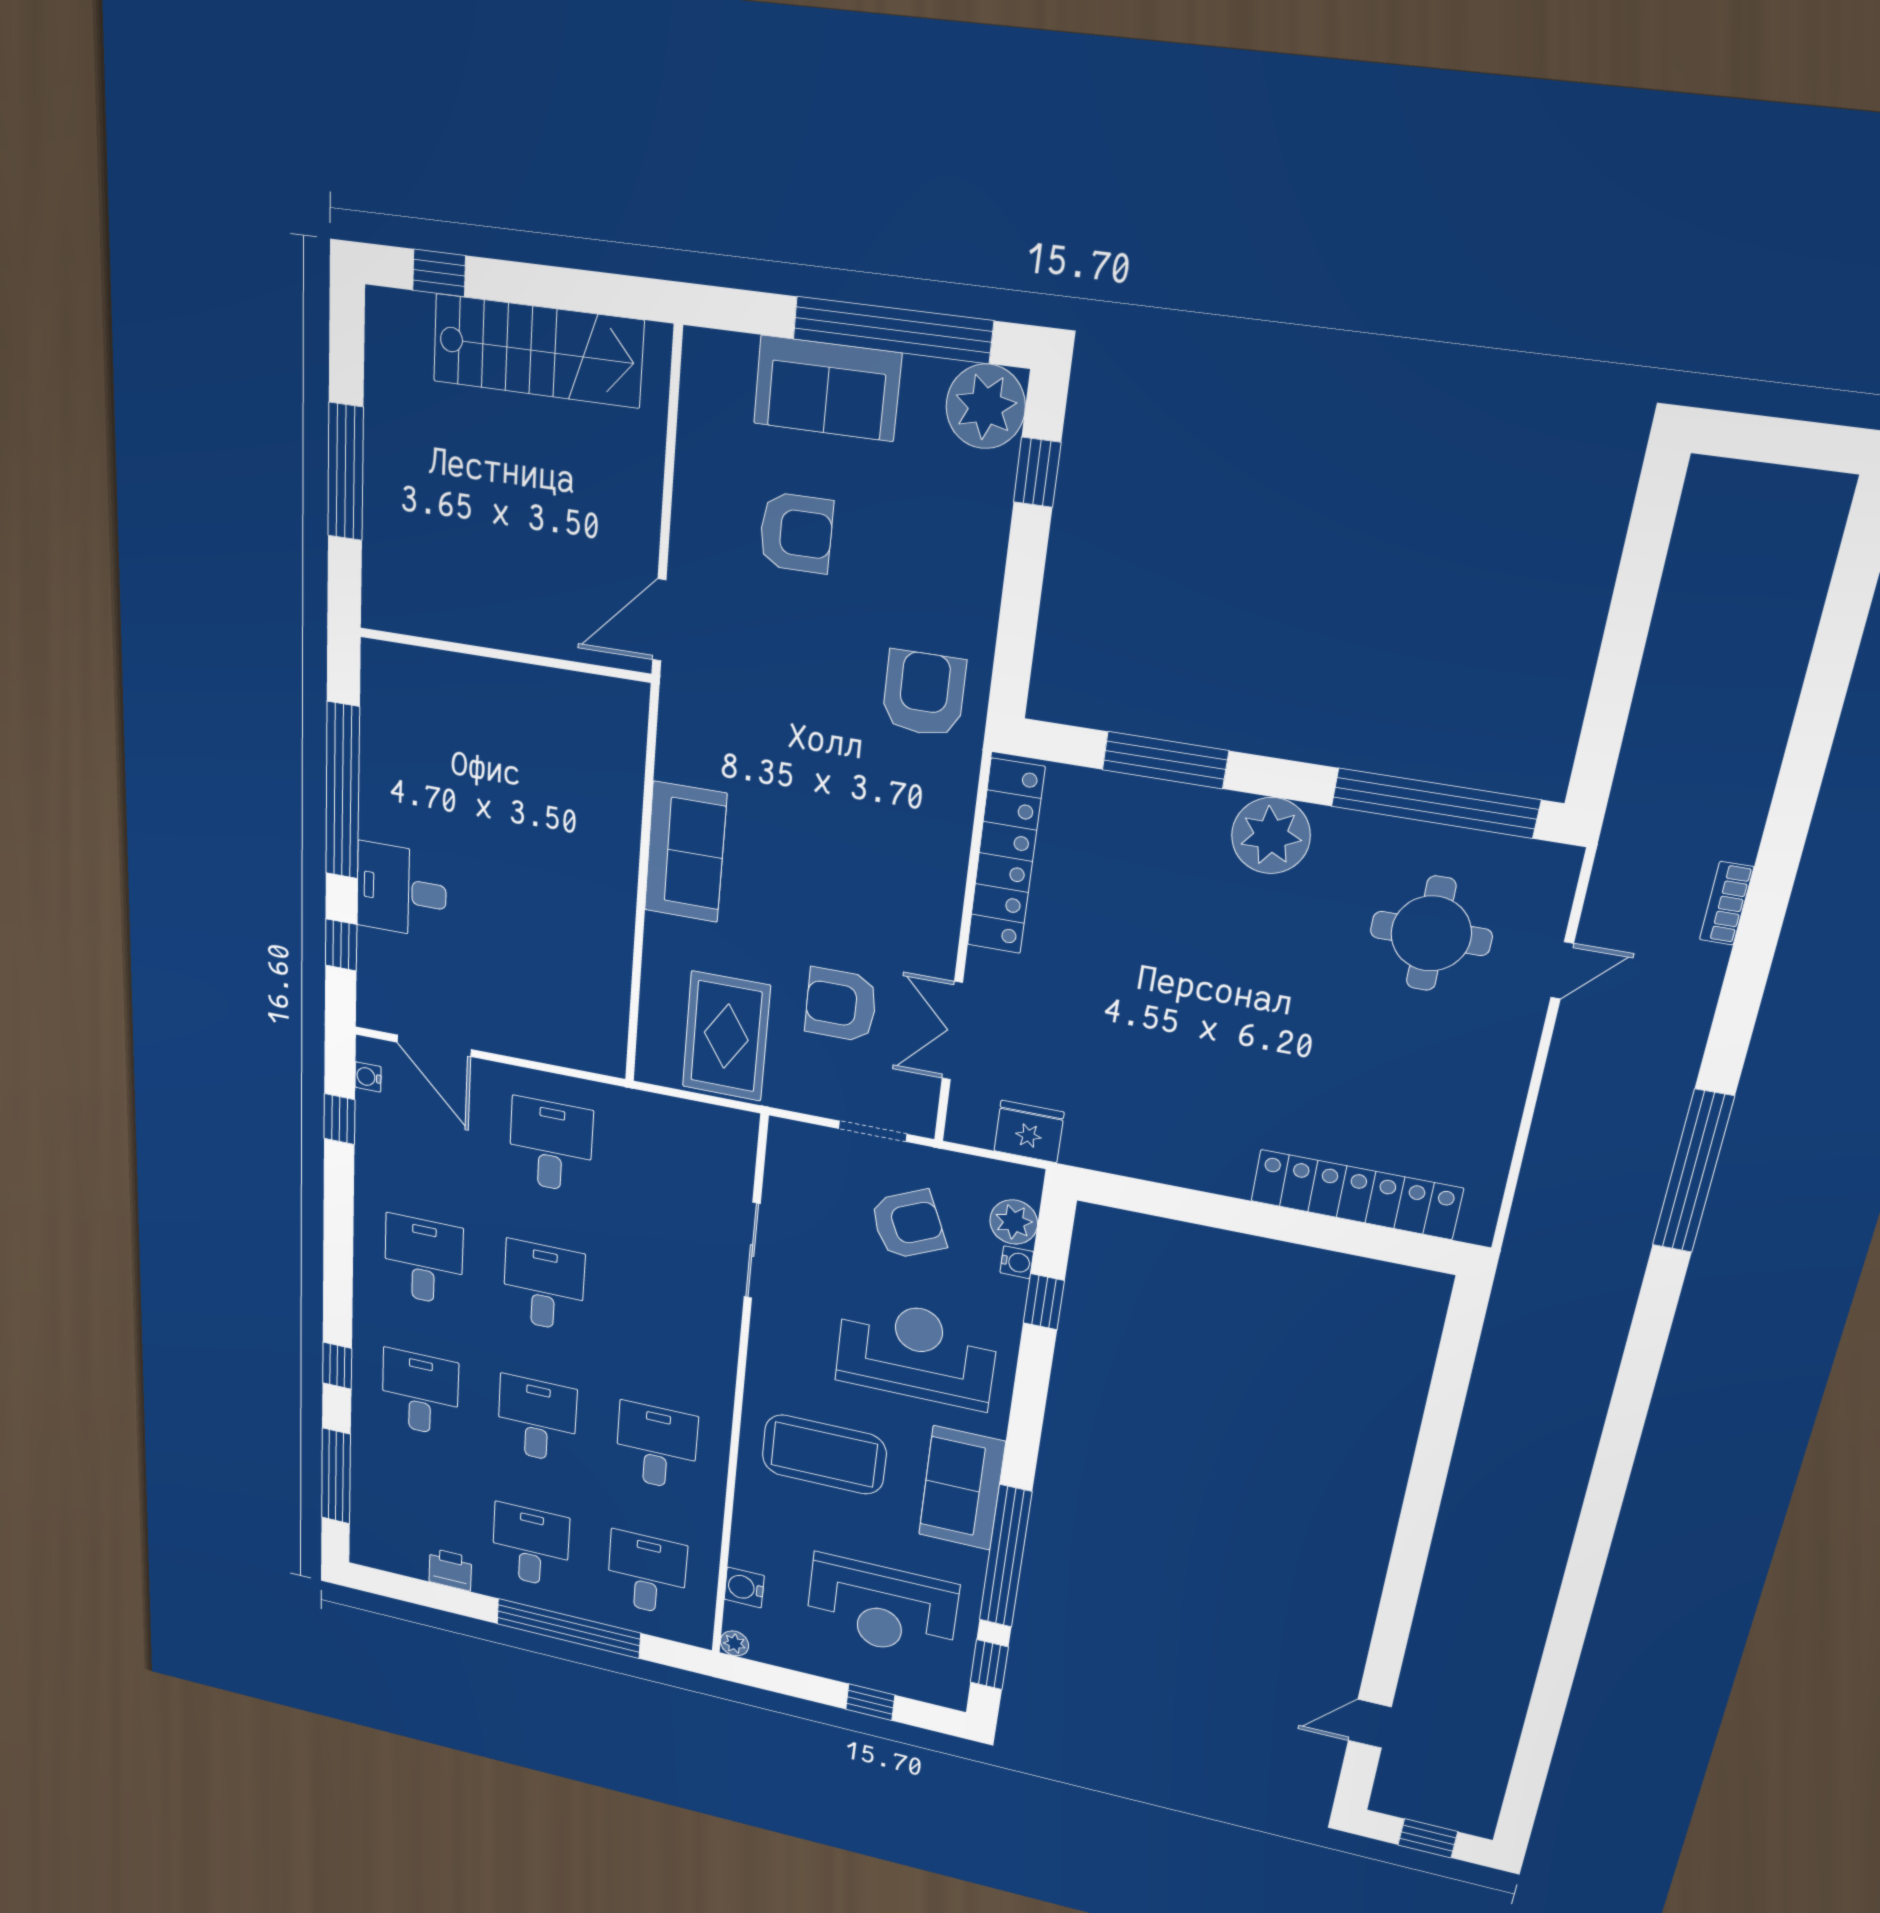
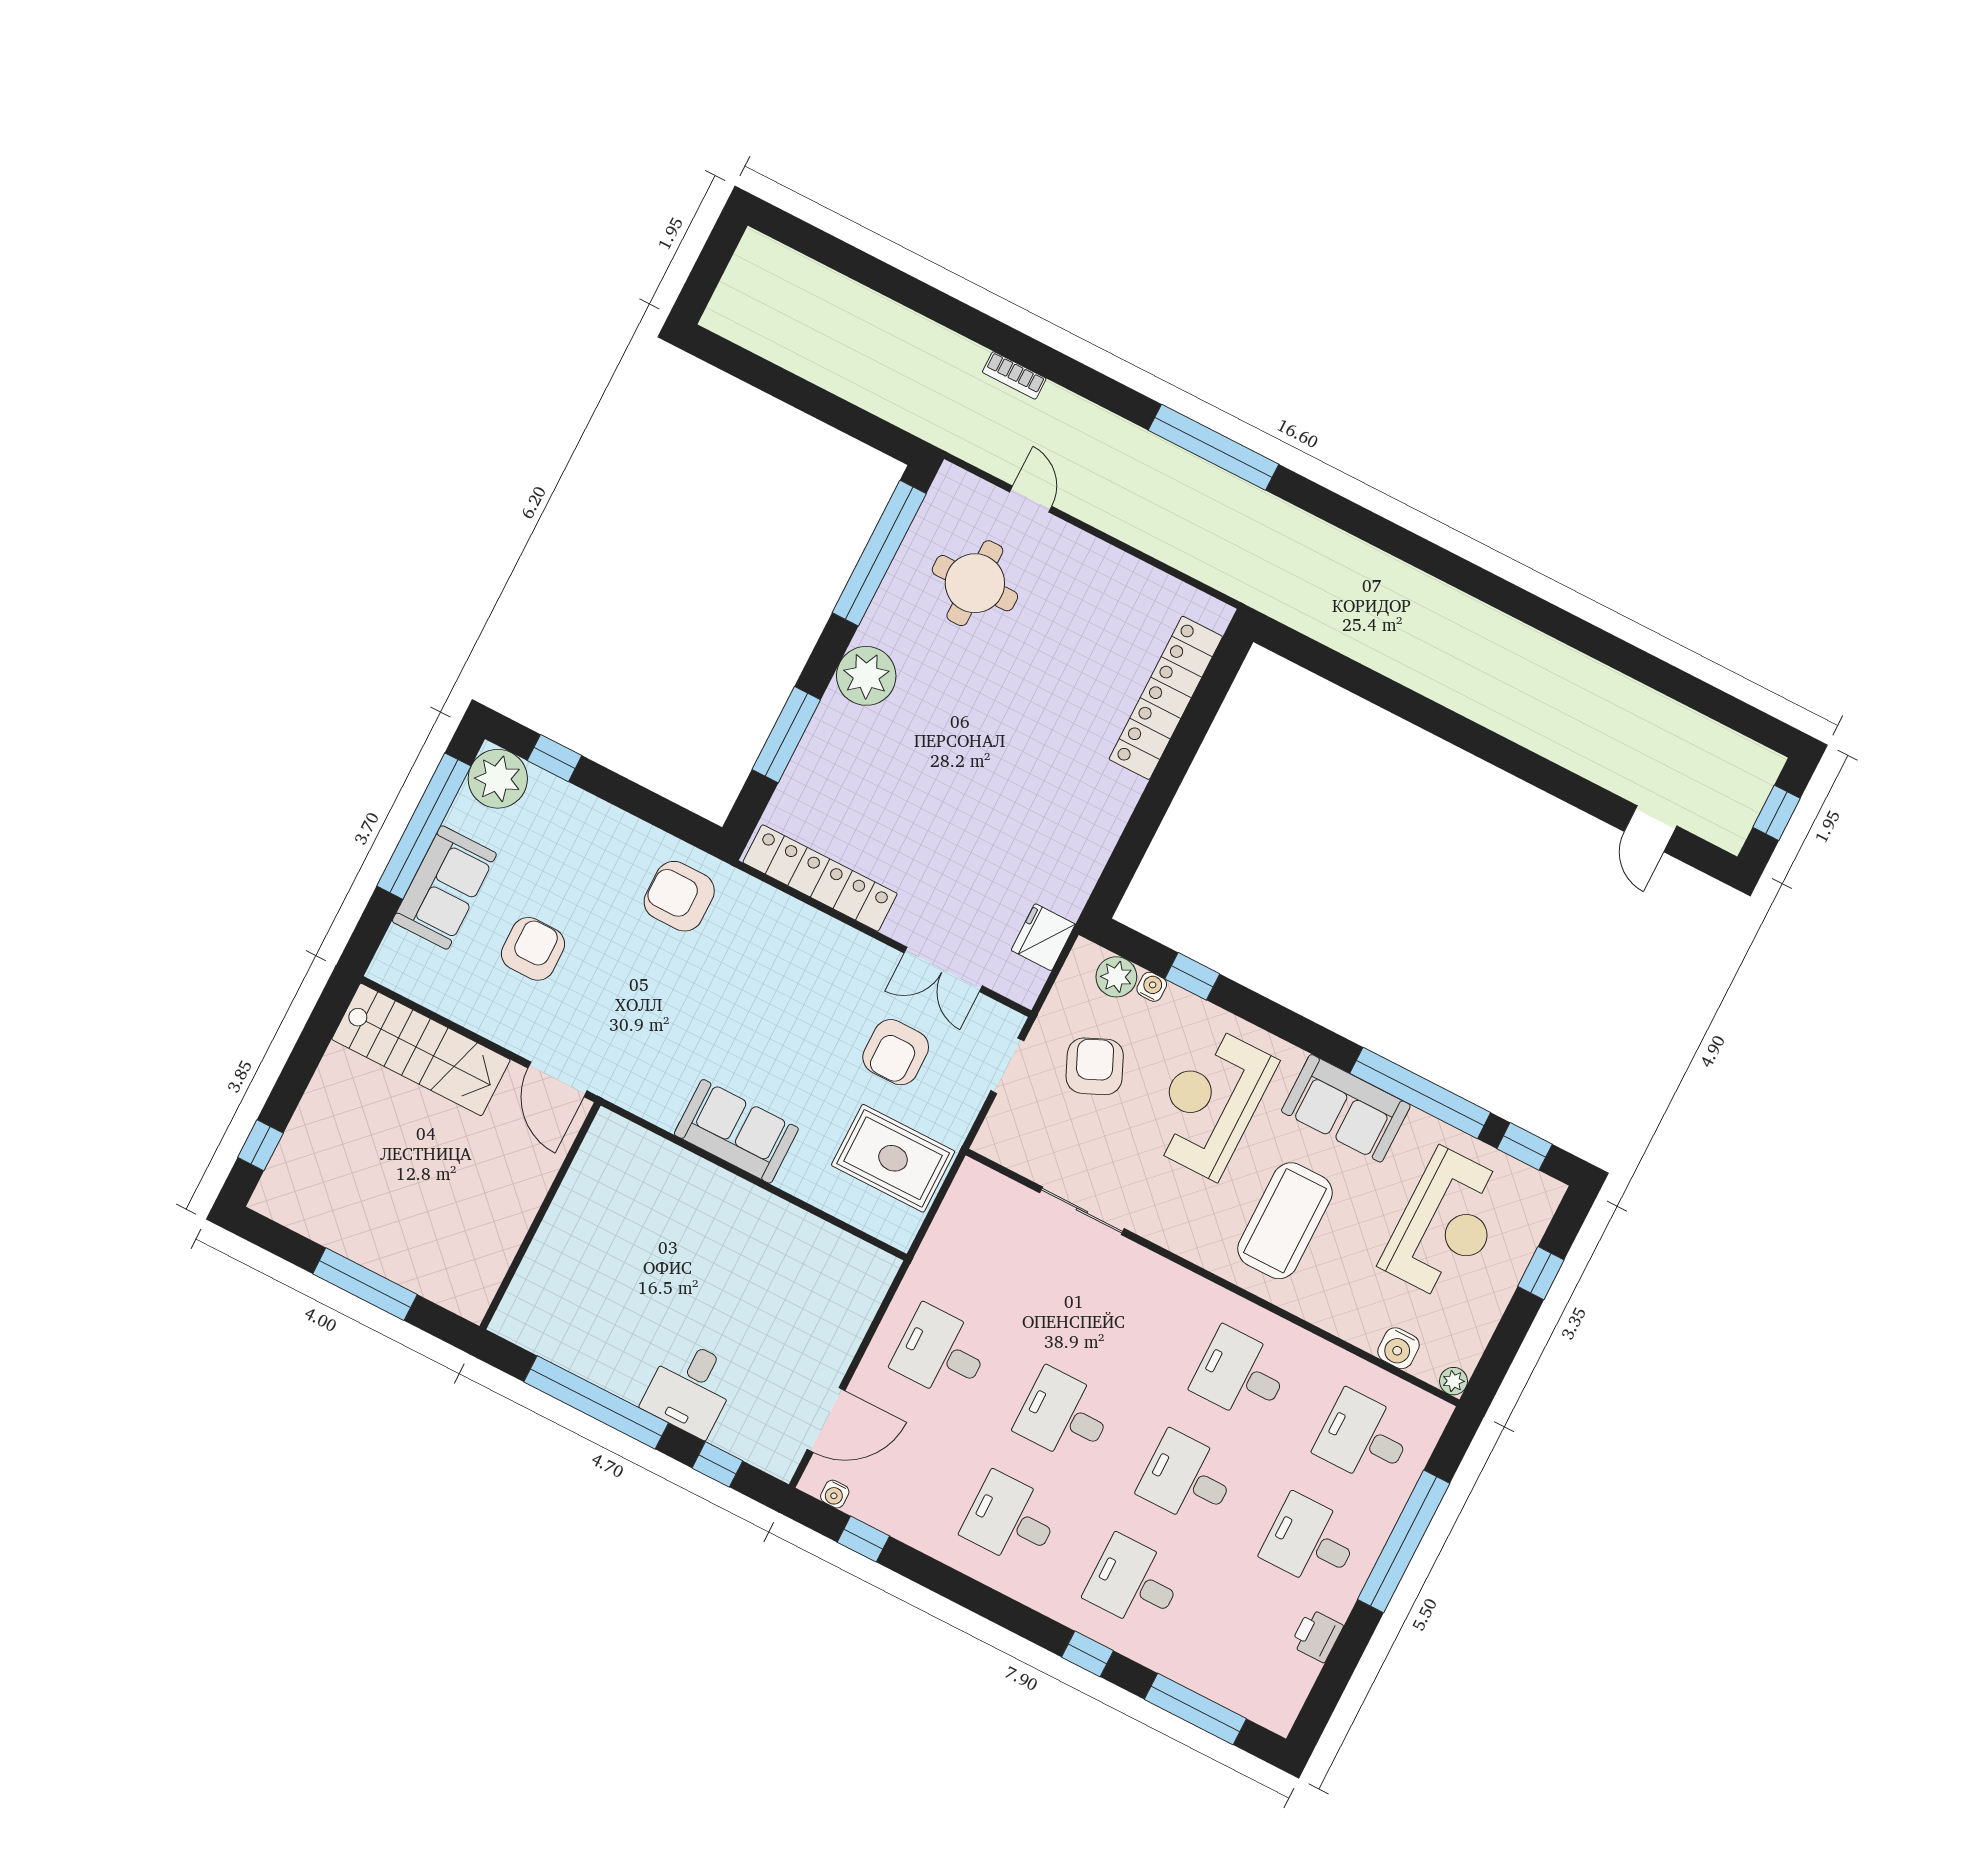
stairs: (538, 351) -> (421, 1049), moved, turned 90

